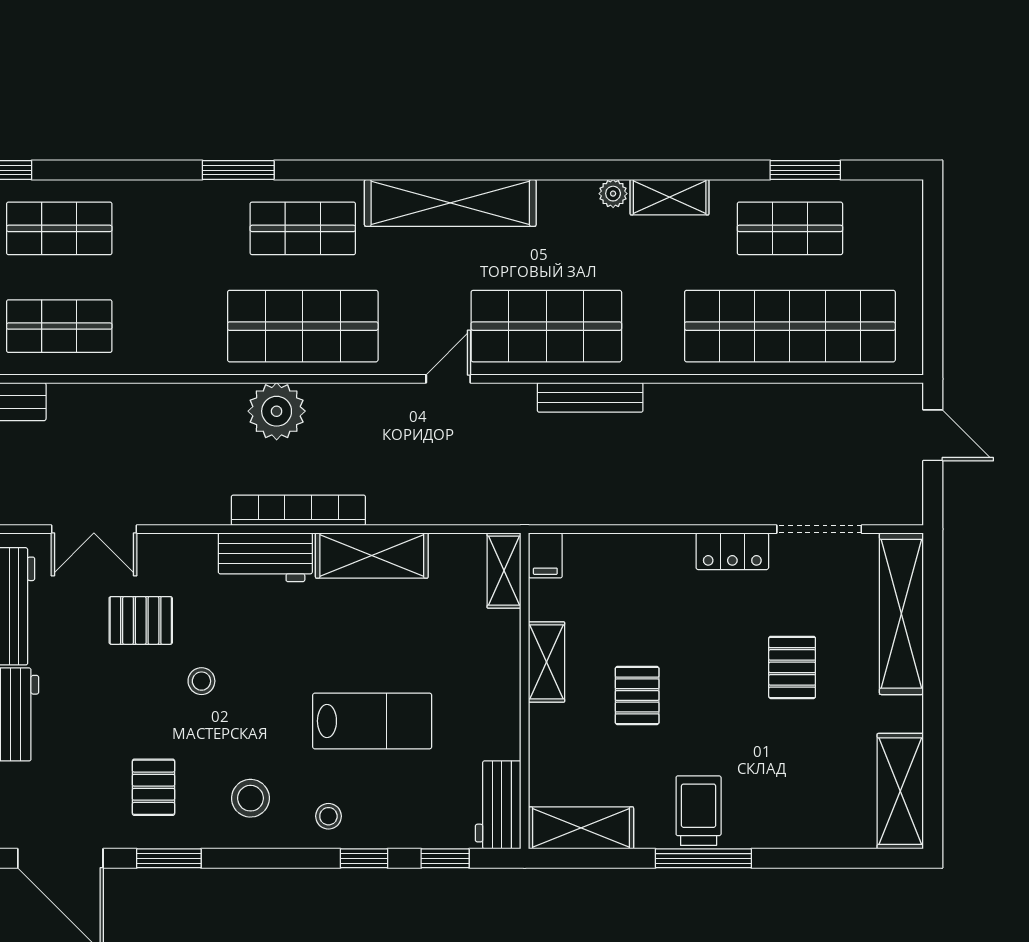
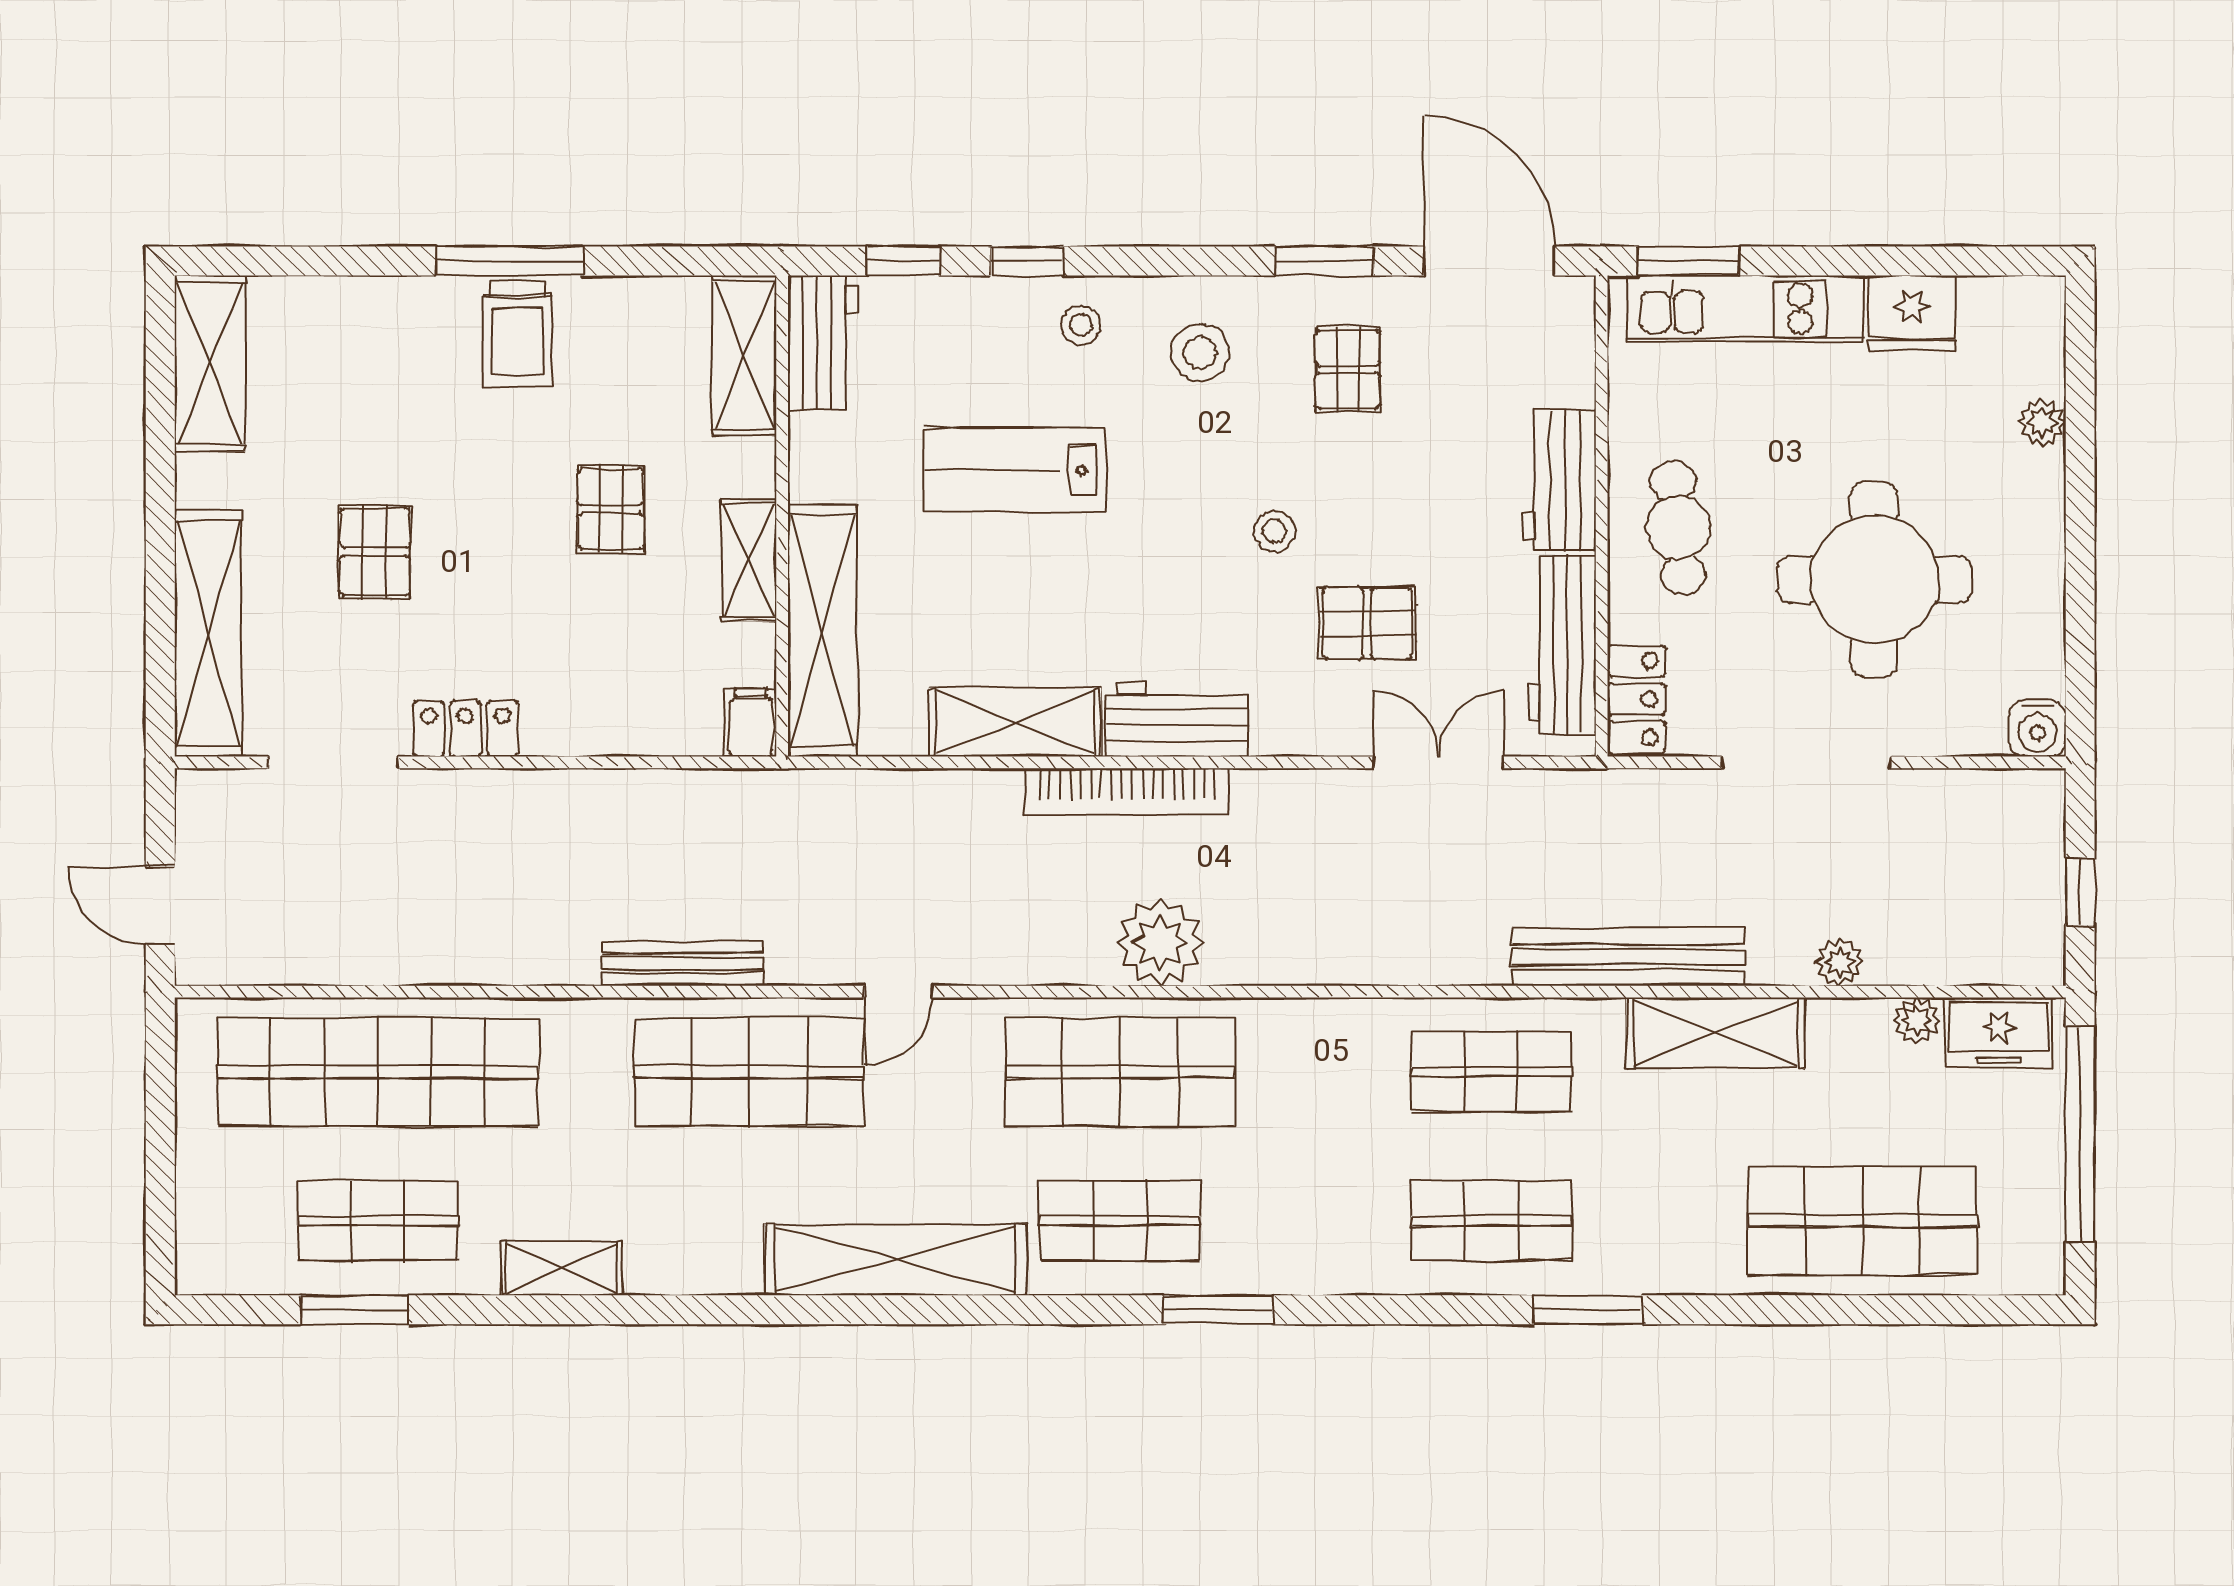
plant: (613, 194) -> (647, 1274), removed
shelving: (504, 571) -> (822, 631), width x2.20, depth x1.33
shelving: (581, 828) -> (744, 355), moved, turned 90

